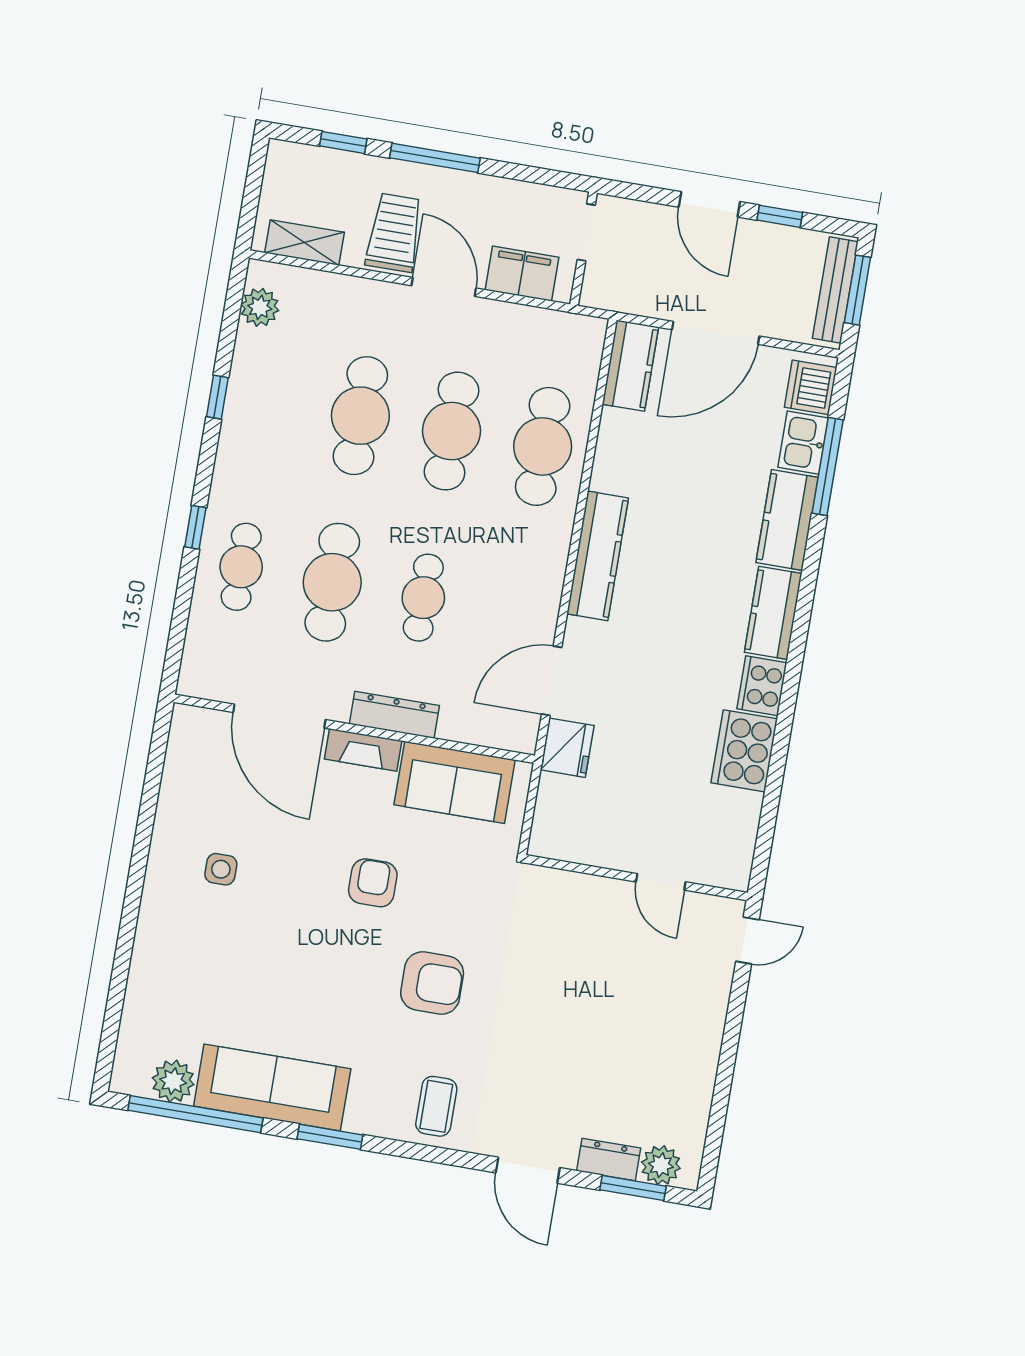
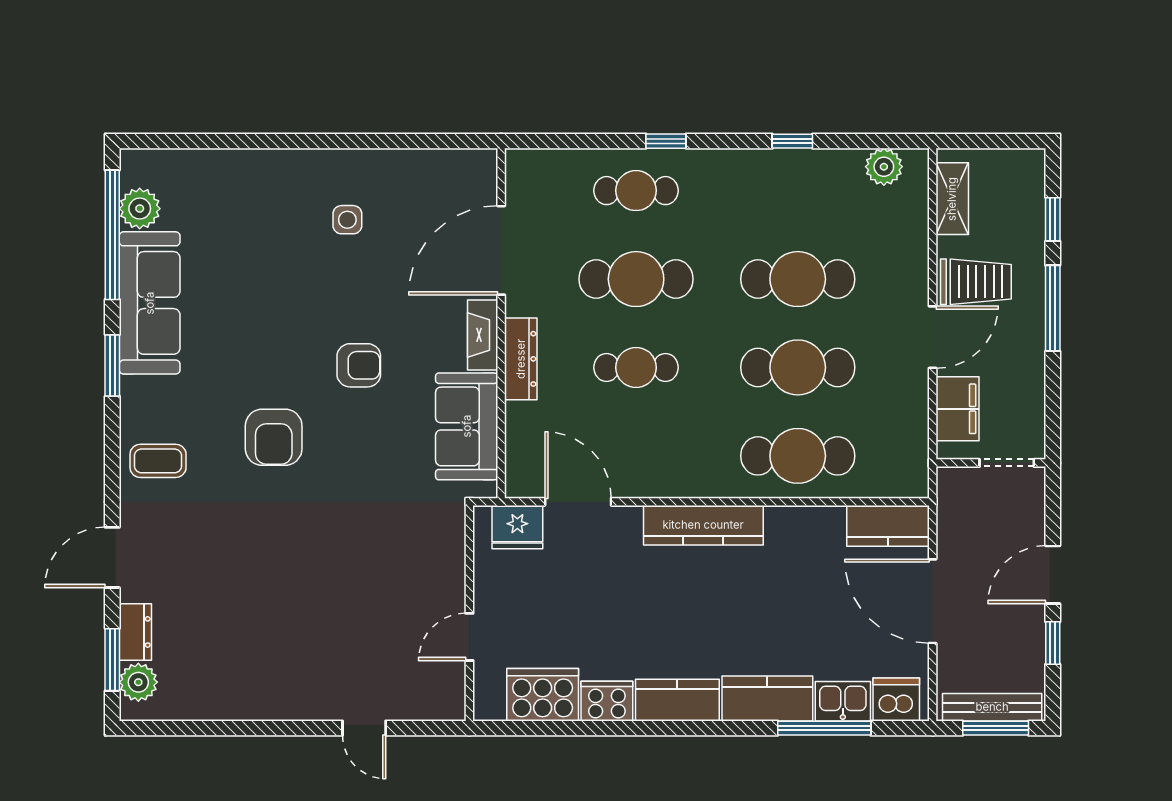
wall: (636, 878) -> (469, 613), moved
door: (661, 882) -> (469, 637), moved

